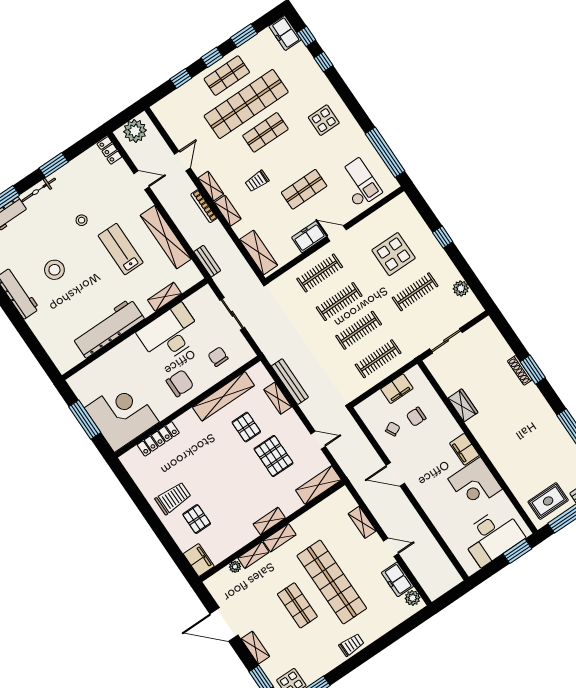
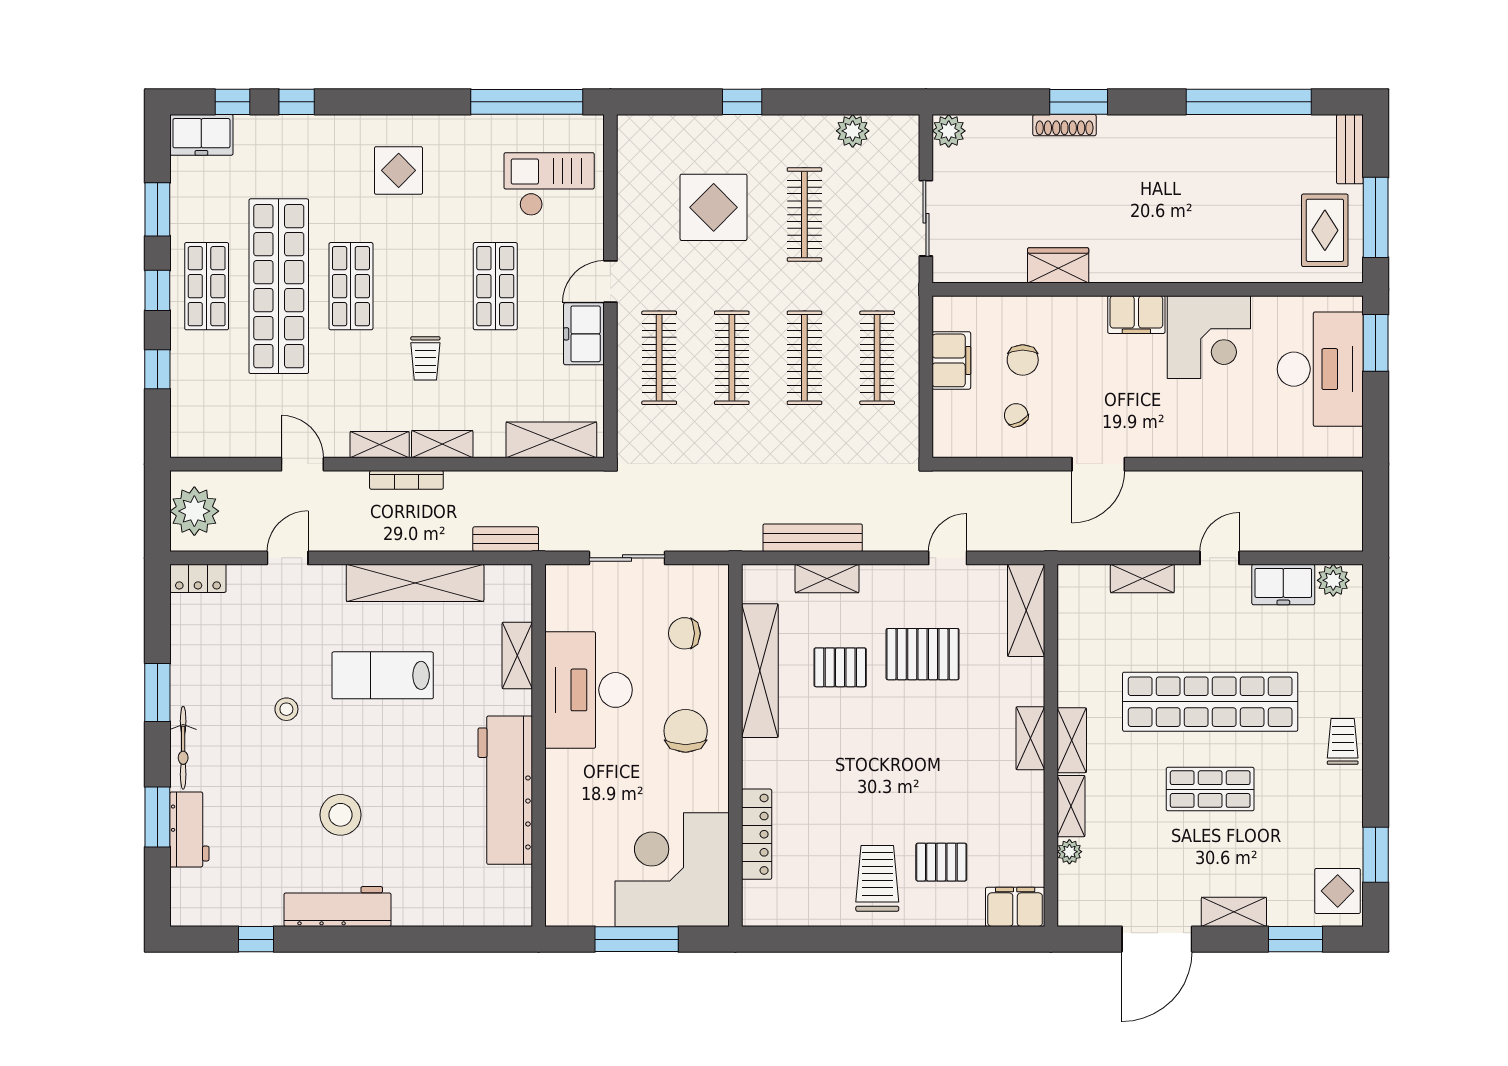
plant: (487, 326) -> (949, 131), added

